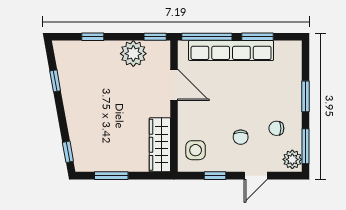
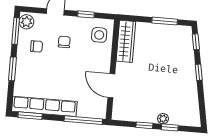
window: (155, 37) -> (144, 125), moved
window: (257, 37) -> (30, 116), moved
row of seats: (231, 50) -> (44, 106), moved
plant: (133, 54) -> (163, 119), moved, width x0.53, depth x0.53
window: (55, 81) -> (199, 72), moved

